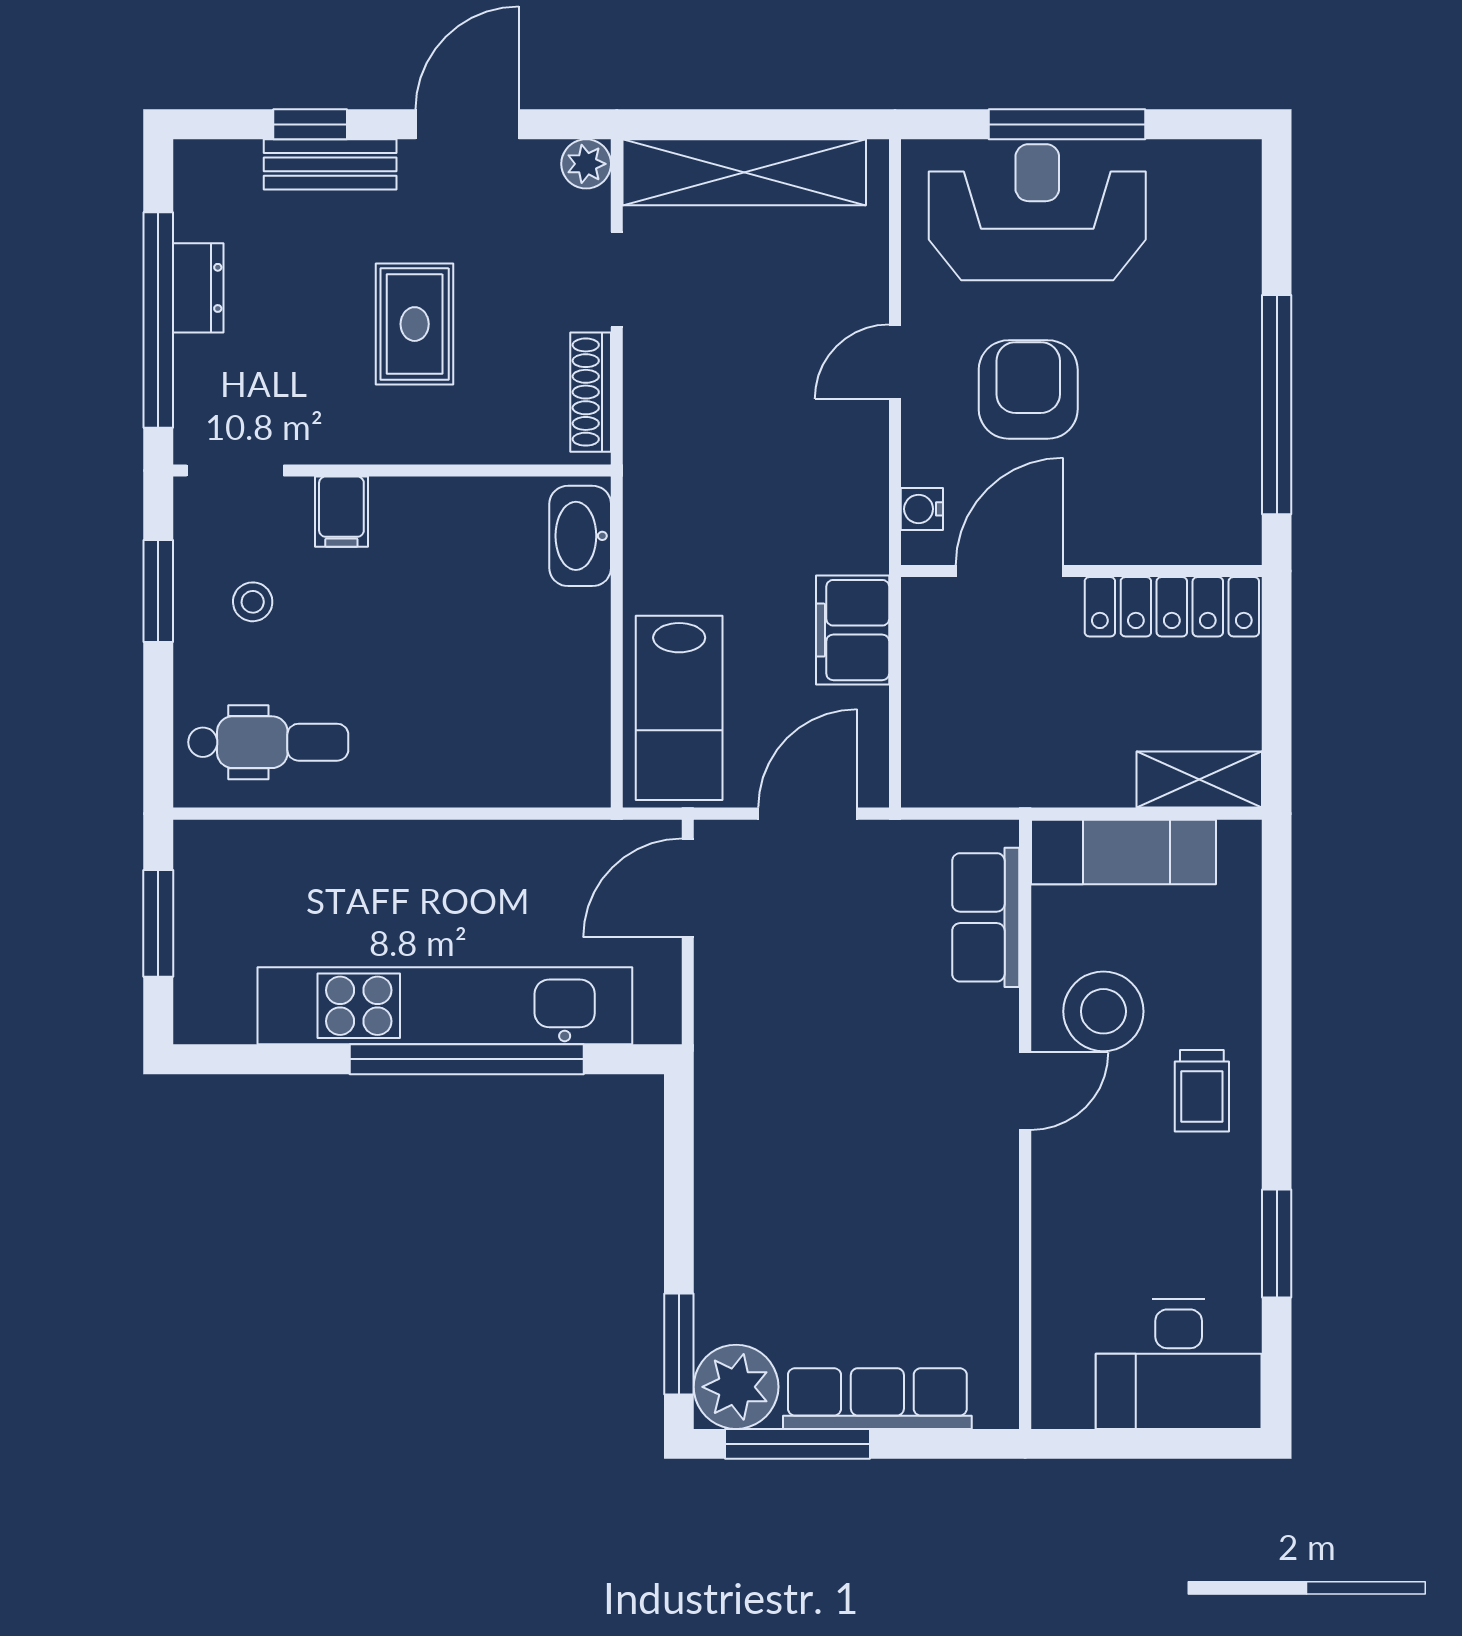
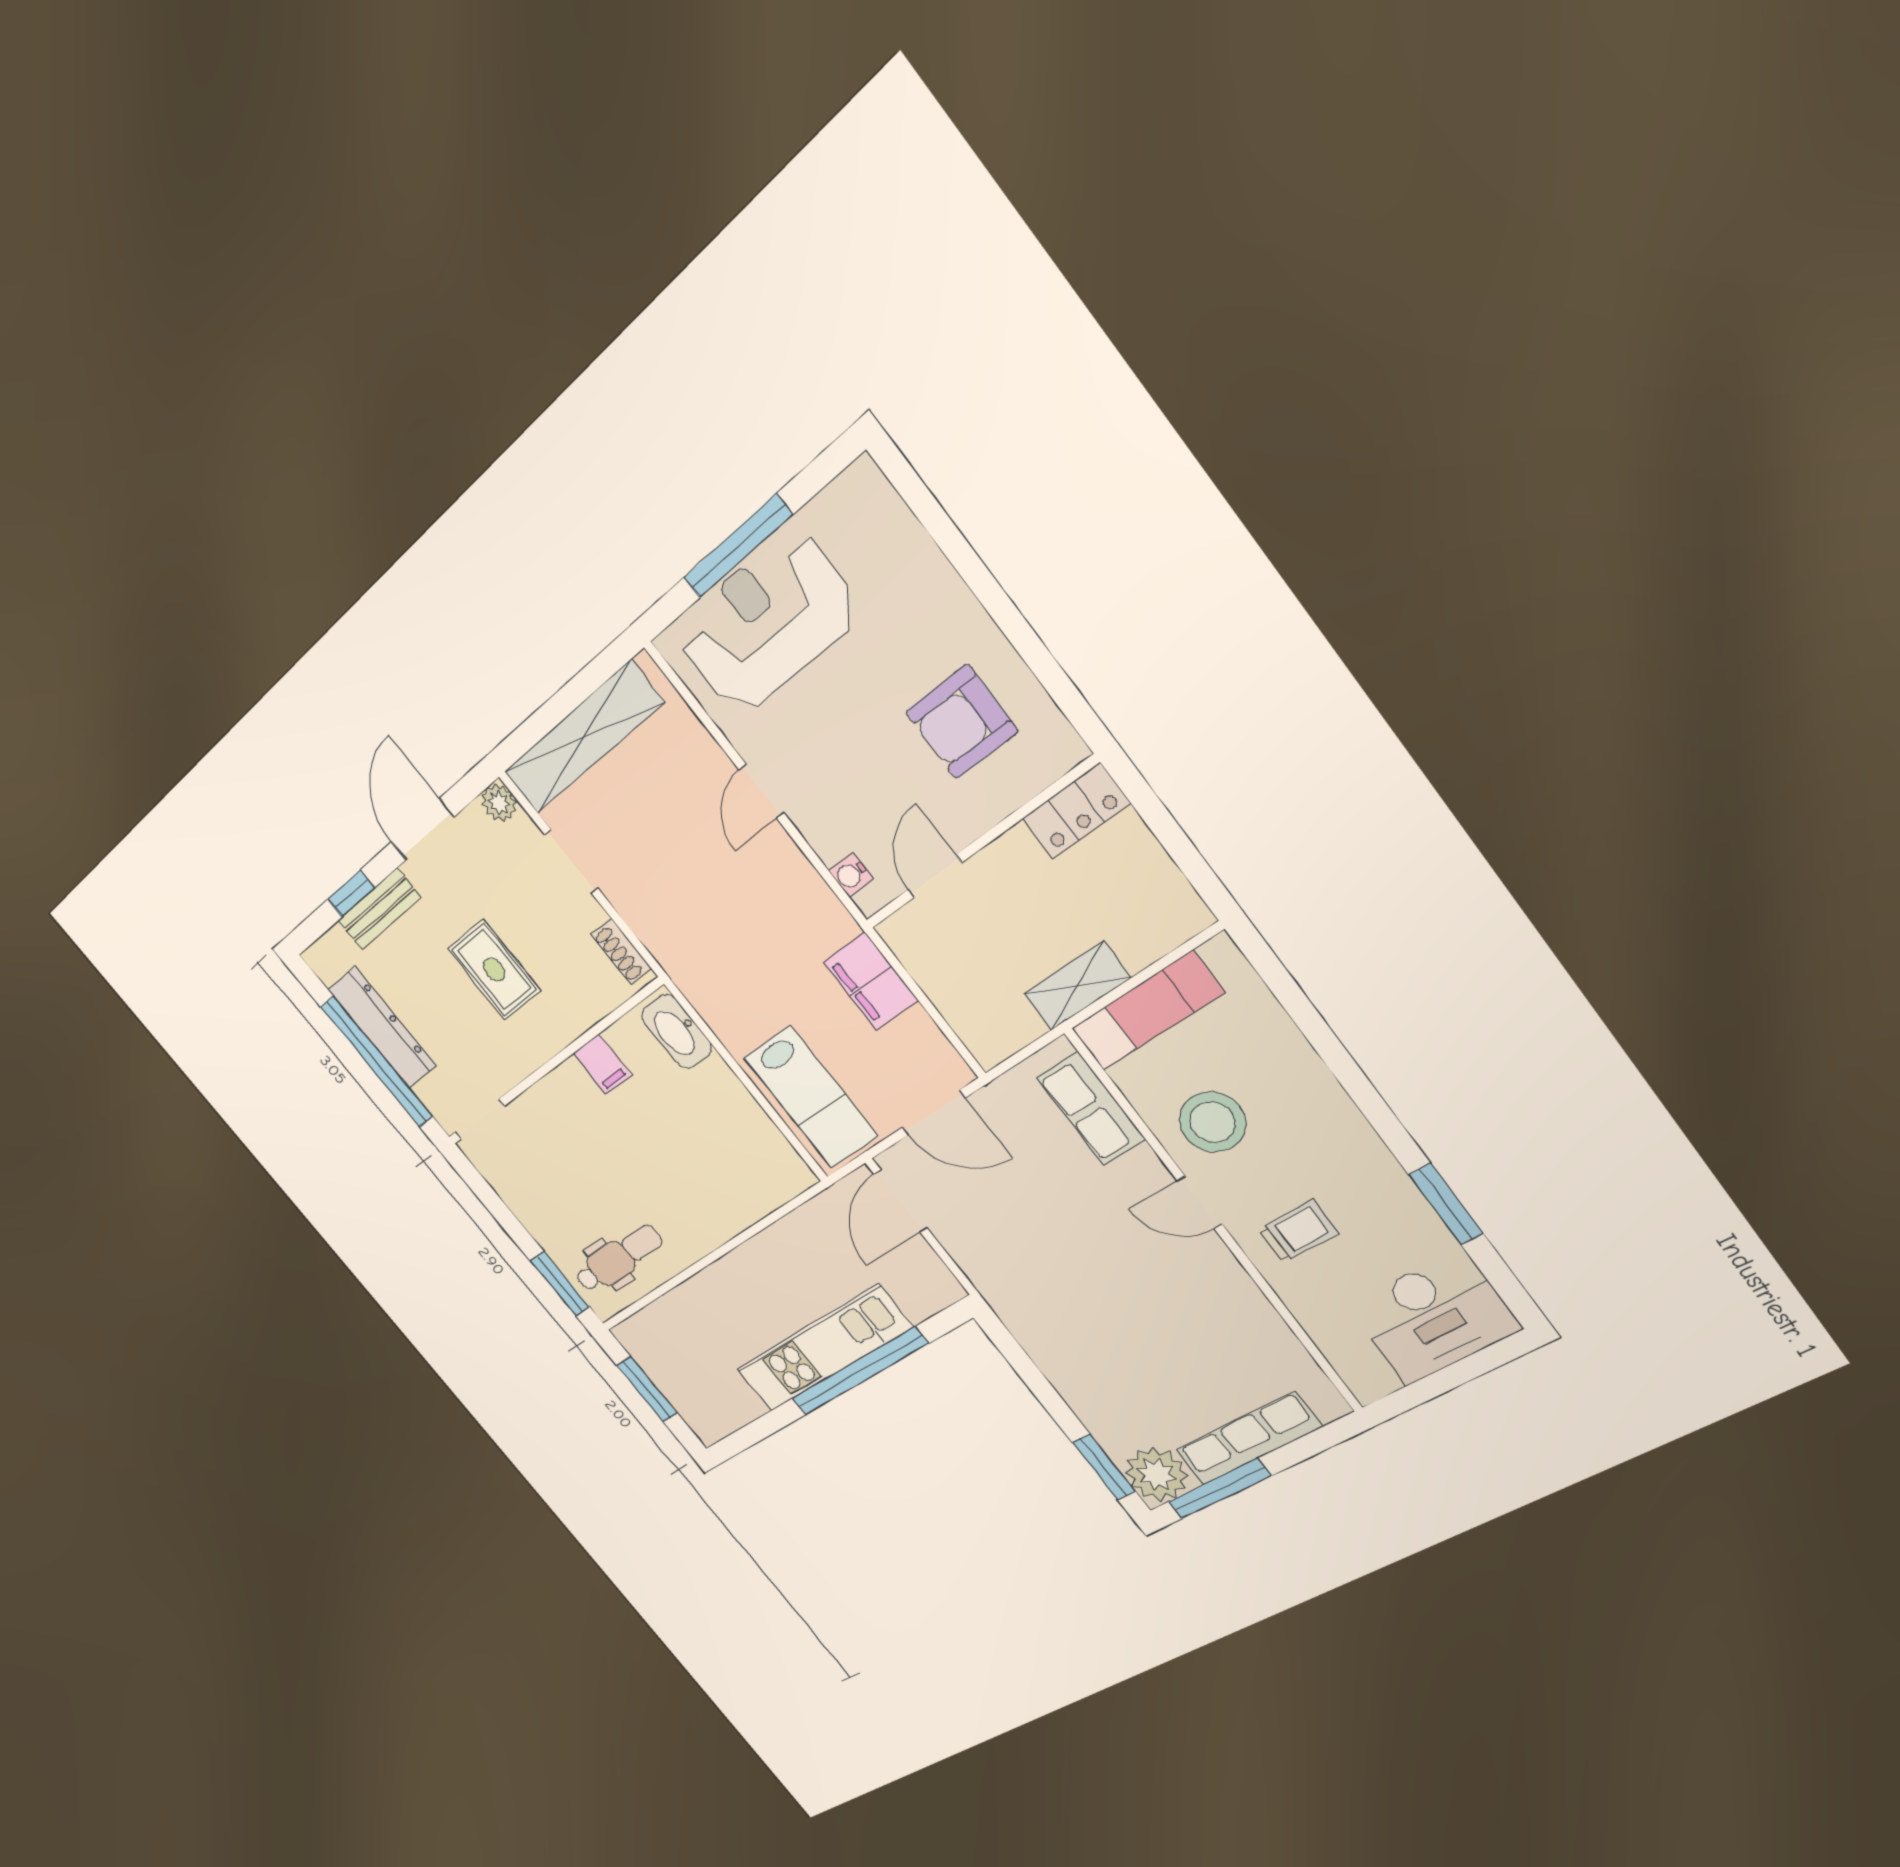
dresser: (198, 288) -> (382, 1028), width x1.96, depth x1.24
armchair: (1028, 389) -> (962, 722), moved, turned -90
shoe rack: (591, 392) -> (622, 952), width x0.70
window: (1277, 405) -> (1019, 633), removed
filing cabinet: (341, 512) -> (602, 1064), moved
door: (1010, 571) -> (935, 876), width x0.73
window: (158, 591) -> (560, 1284), moved
stool: (253, 602) -> (548, 1186), removed
locker: (1172, 607) -> (1076, 811), width x0.66
shelving: (1199, 780) -> (1077, 986), moved
door: (808, 814) -> (934, 1113), swing flipped
kitchen unit: (445, 1006) -> (824, 1348), width x0.73
door: (1025, 1091) -> (1200, 1202), swing flipped
trolley: (1202, 1091) -> (1298, 1231), moved, turned -90

